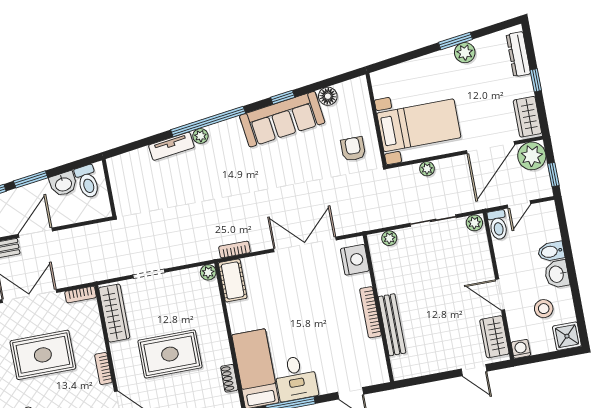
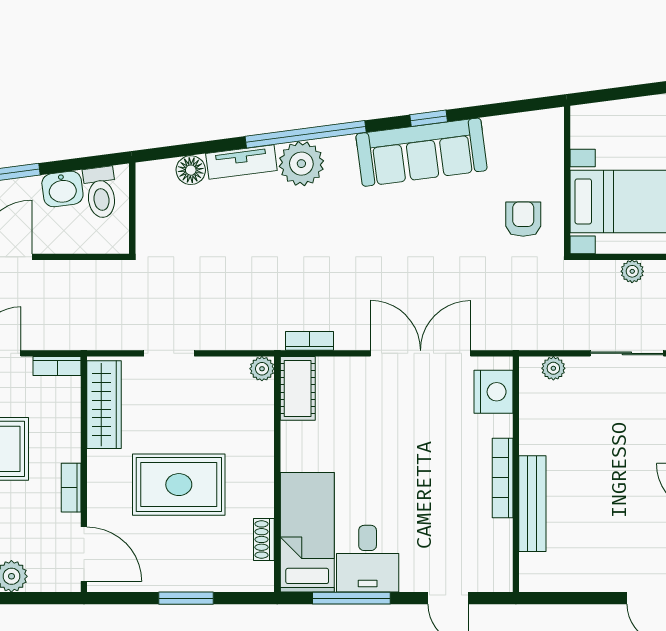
floor lamp: (328, 96) -> (191, 170), moved
plant: (200, 136) -> (301, 164), width x1.88, depth x1.88

